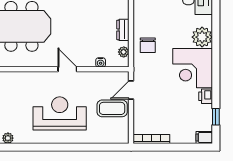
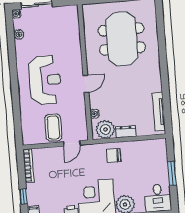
plant: (124, 52) -> (105, 129), width x1.87, depth x1.87
door: (131, 90) -> (72, 143), swing flipped
window: (185, 147) -> (23, 196), added

